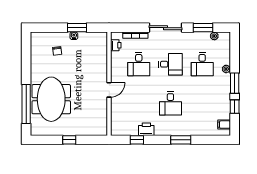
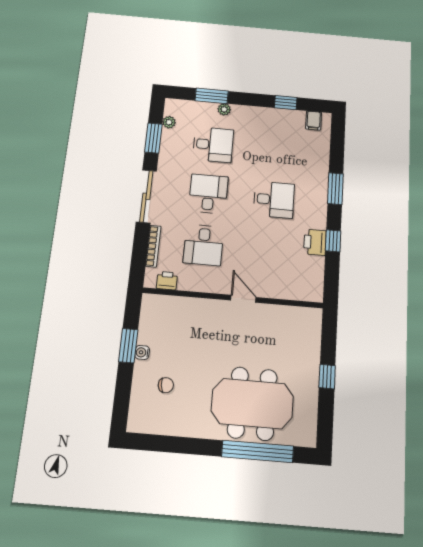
desk: (139, 64) -> (204, 245), turned 90
window: (235, 83) -> (212, 96), moved
window: (137, 140) -> (333, 241), moved

